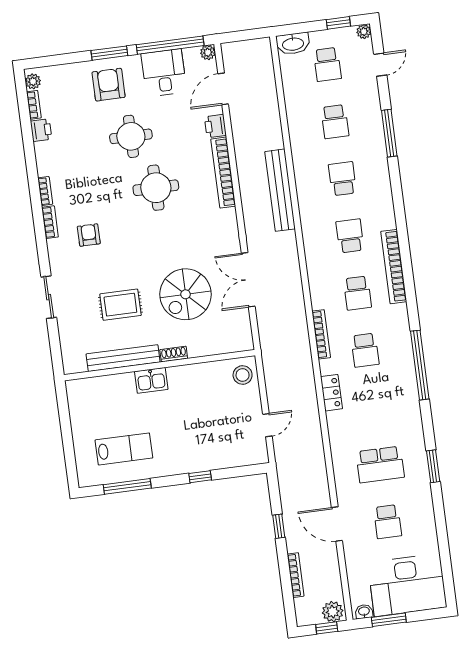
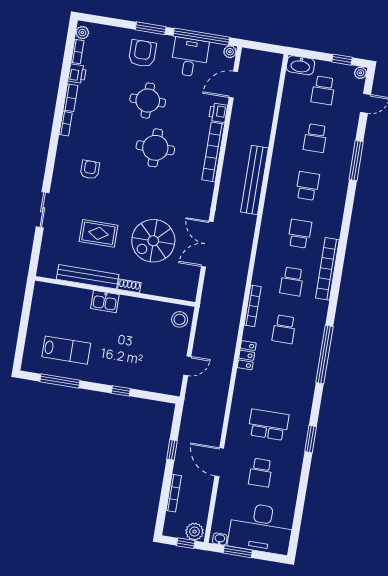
bookcase: (50, 222) -> (70, 98), moved
school desk: (380, 464) -> (268, 425), turned 180

